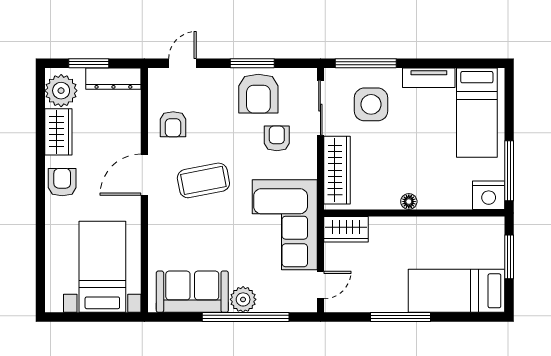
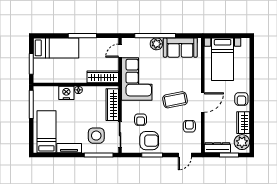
armchair: (258, 94) -> (149, 141), turned 90
nightstand: (489, 195) -> (66, 93), moved
wardrobe: (346, 229) -> (103, 77), width x1.50

